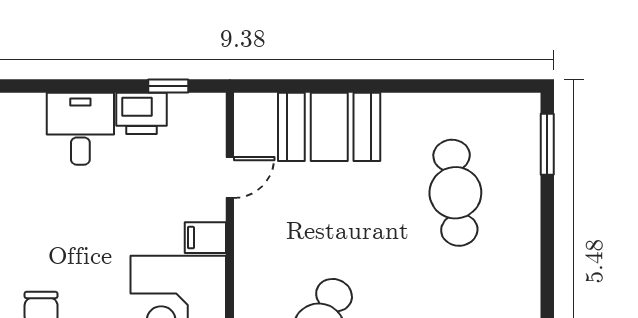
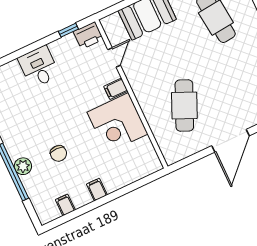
printer: (142, 113) -> (88, 35), moved

